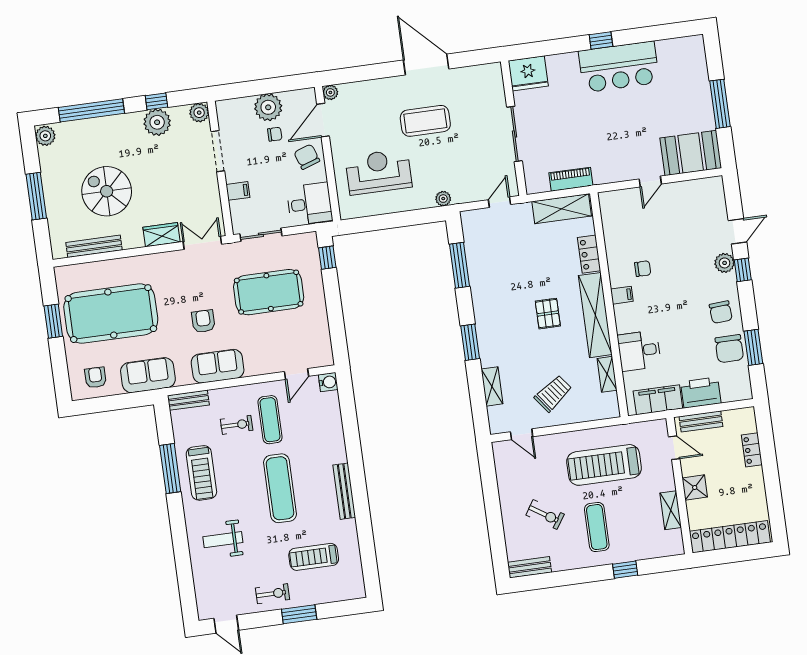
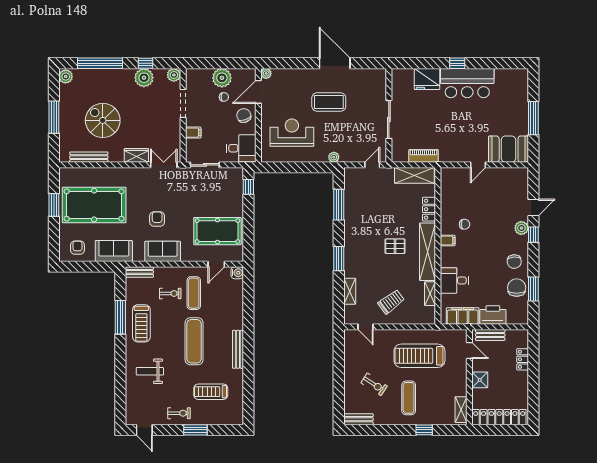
fridge: (528, 73) -> (427, 79), moved
pool table: (269, 292) -> (217, 231), moved
pallet: (548, 314) -> (395, 246), turned 90
chair: (729, 349) -> (517, 288), turned 180
shelving: (671, 510) -> (461, 410), moved

